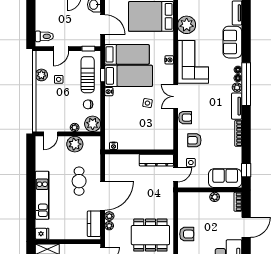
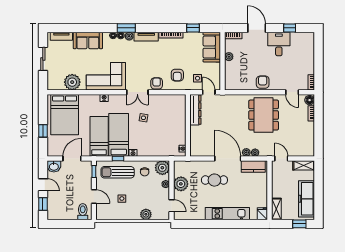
plant: (41, 75) -> (146, 214), moved
window: (246, 84) -> (126, 28), width x0.47
window: (246, 170) -> (193, 28), moved

